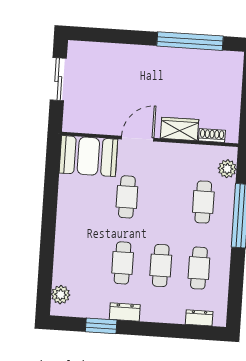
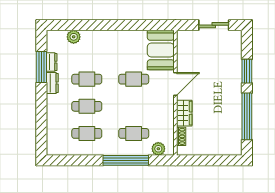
window: (126, 37) -> (247, 71), added
door: (138, 139) -> (175, 84), hinge flipped
plant: (61, 295) -> (74, 37), moved
dresser: (199, 318) -> (52, 62), moved
window: (101, 326) -> (41, 67), width x1.44

